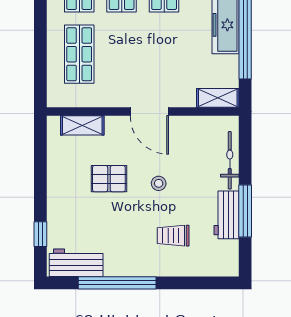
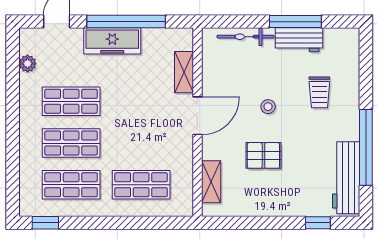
shelving: (218, 98) -> (184, 72), moved
pallet: (109, 179) -> (263, 155), turned 90
workbench: (76, 263) -> (346, 178), width x1.38

